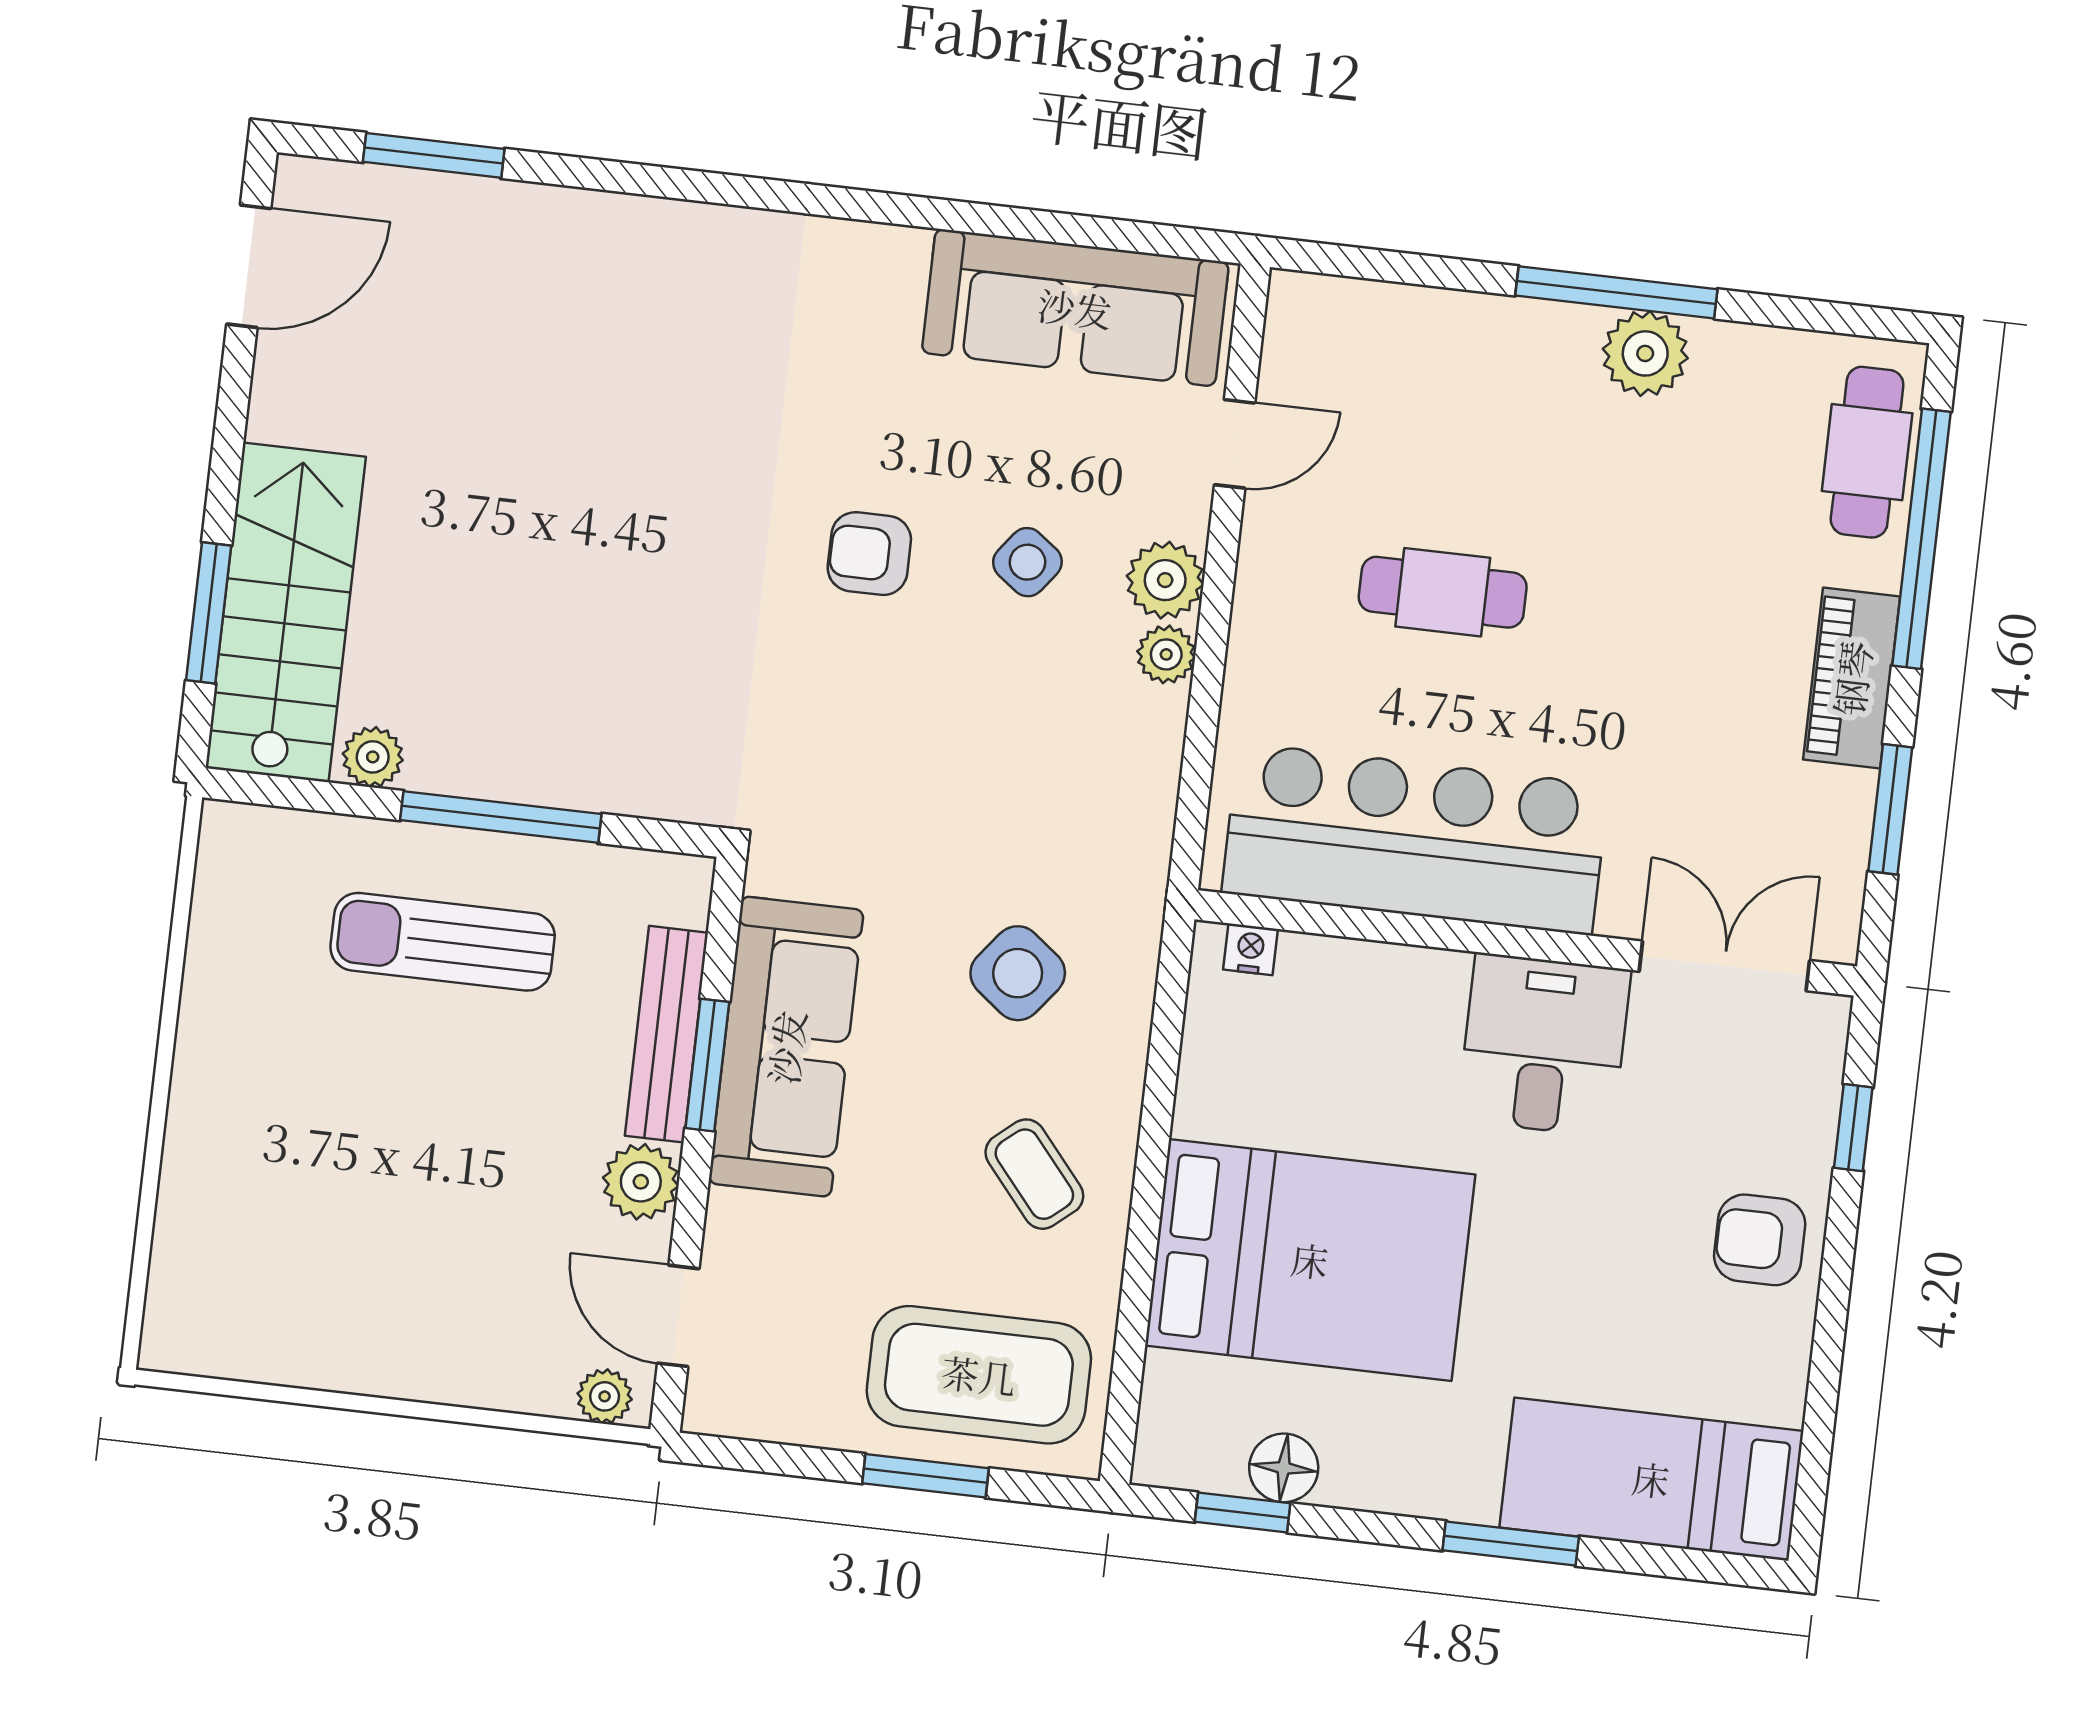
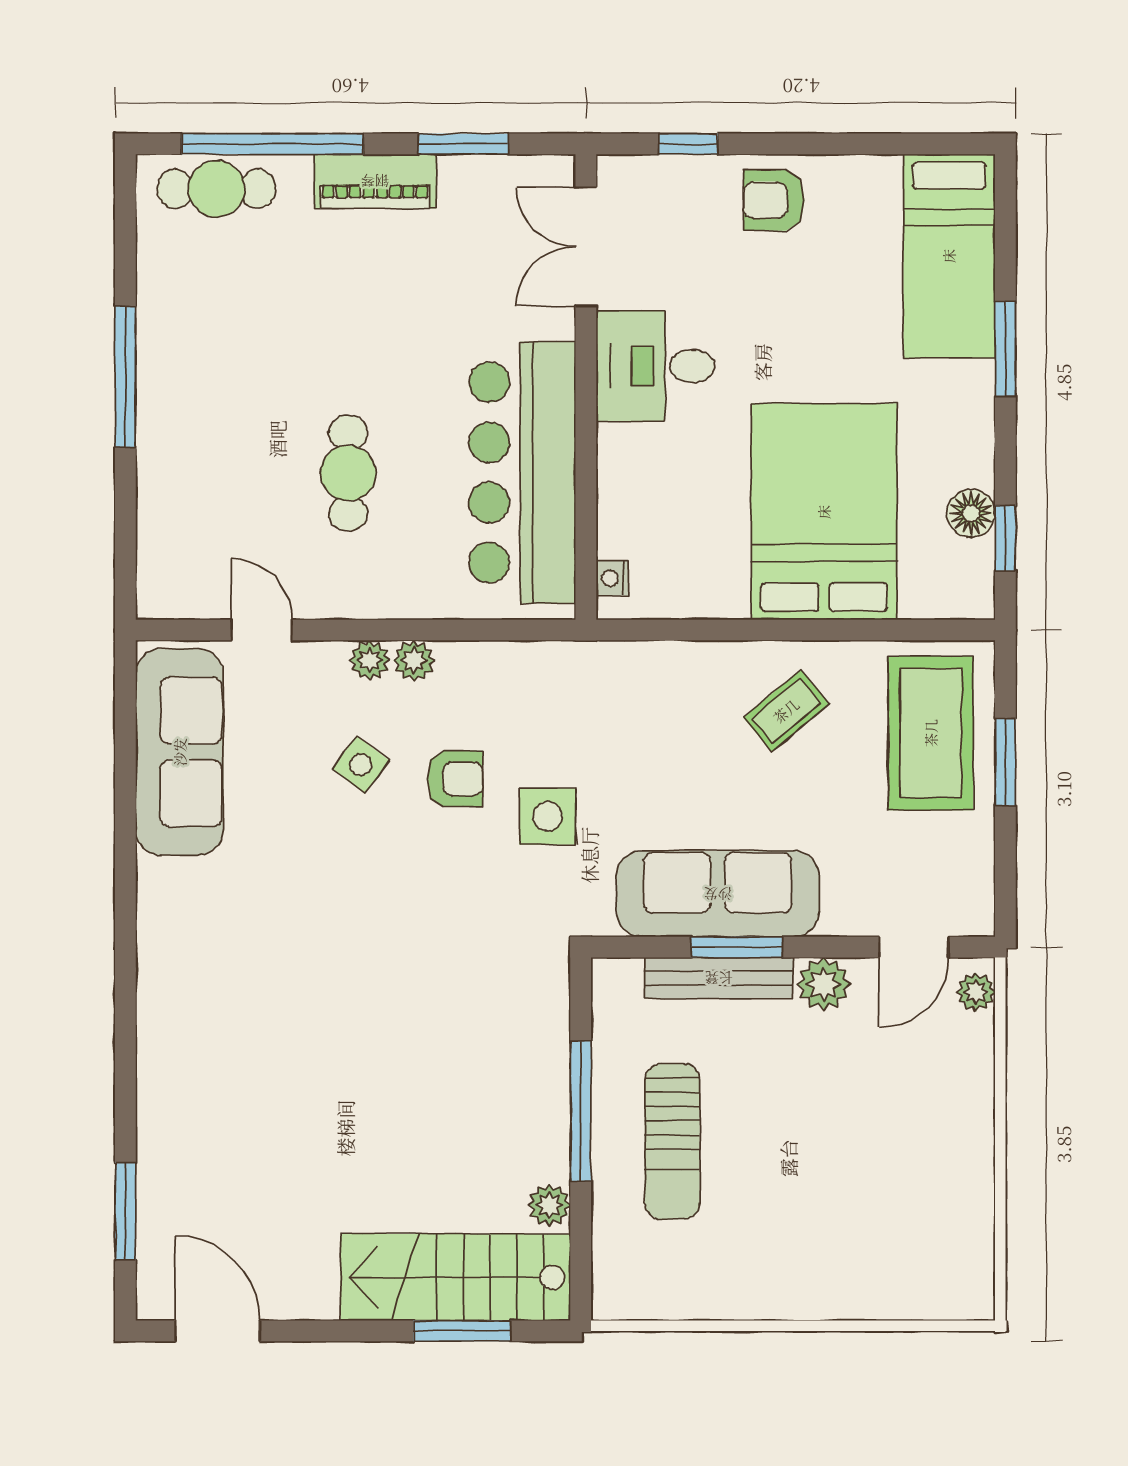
plant: (1645, 353) -> (166, 351), removed
armchair: (869, 554) -> (455, 779), moved, turned -90
plant: (1165, 580) -> (370, 660), width x0.73, depth x0.73
side table: (1018, 973) -> (547, 816), moved, turned -38
armchair: (1760, 1240) -> (774, 200), turned 90

